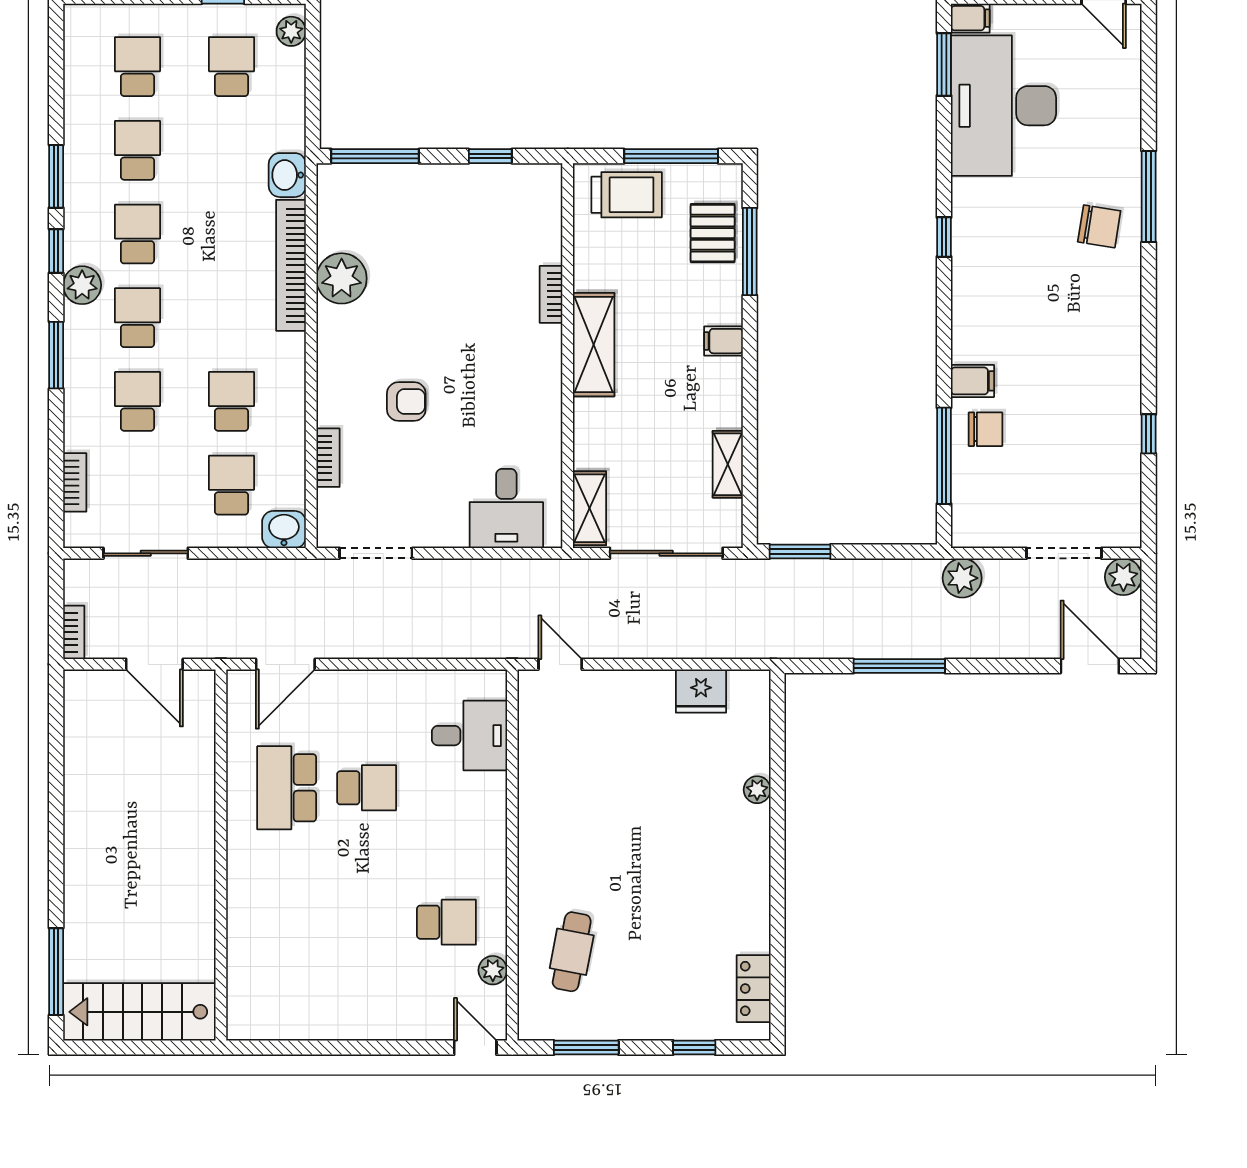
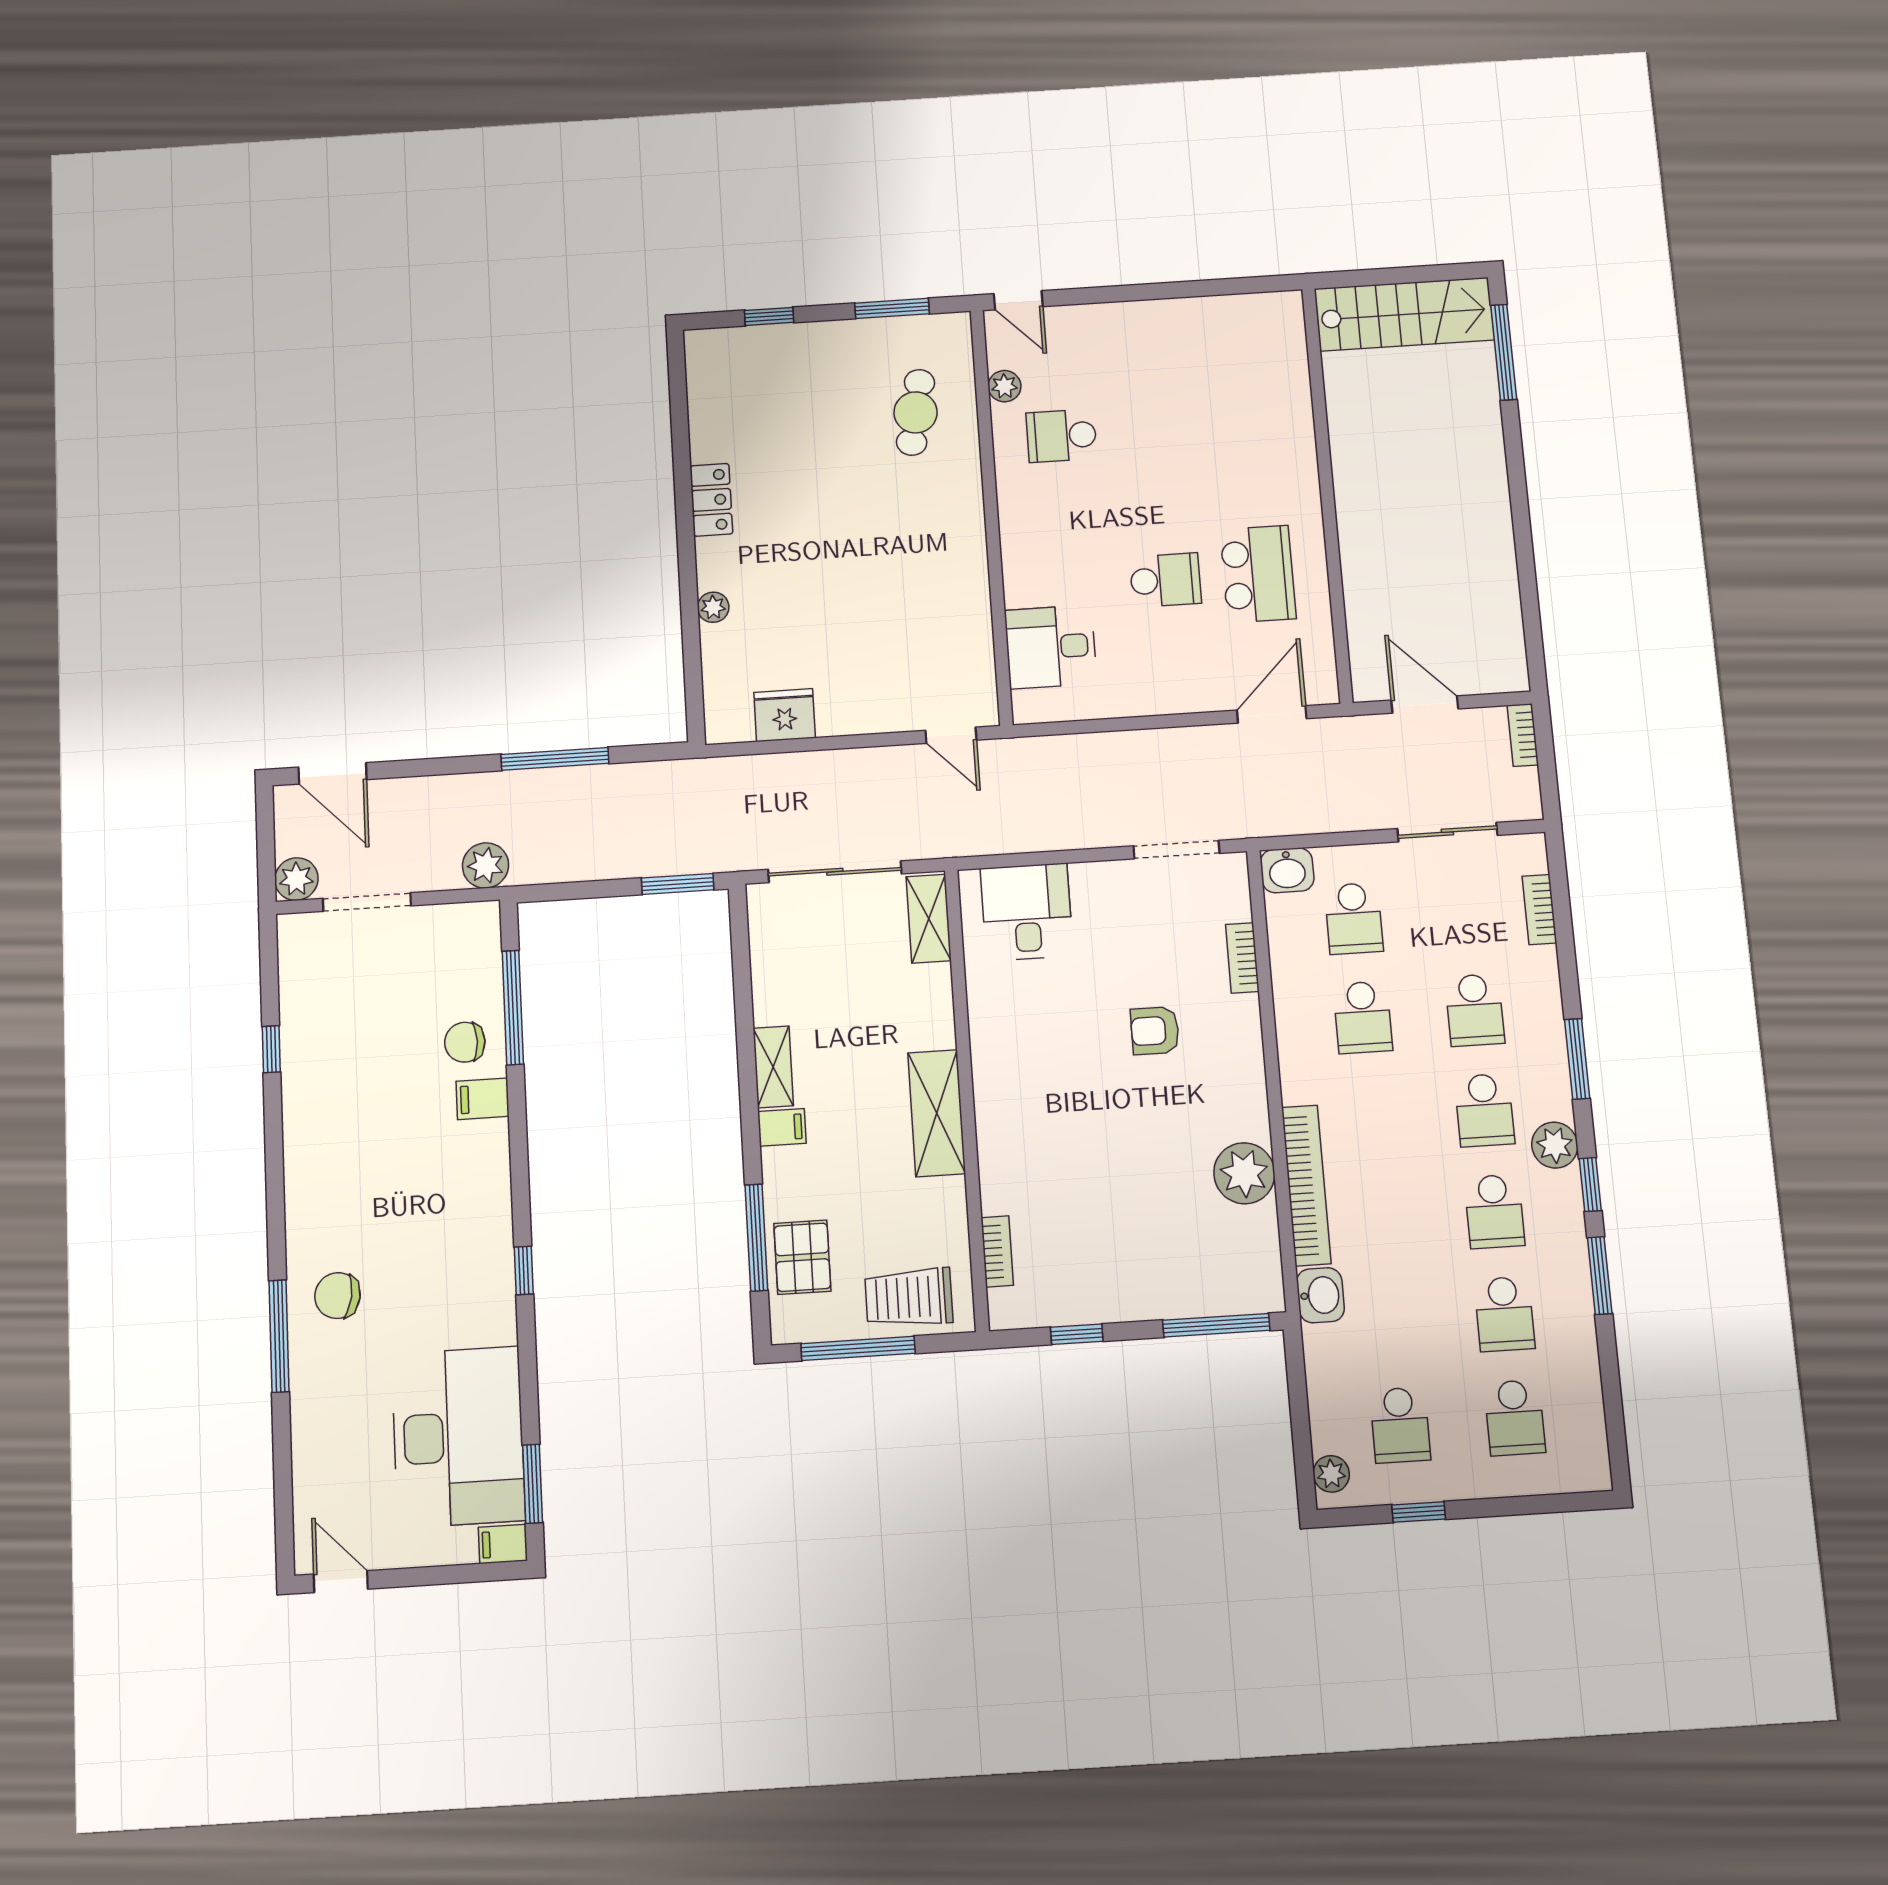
bookcase: (551, 294) -> (997, 1251), moved
shelving: (728, 464) -> (773, 1067), moved
school desk: (367, 788) -> (1165, 580), turned 180
locker: (754, 989) -> (711, 500), moved

